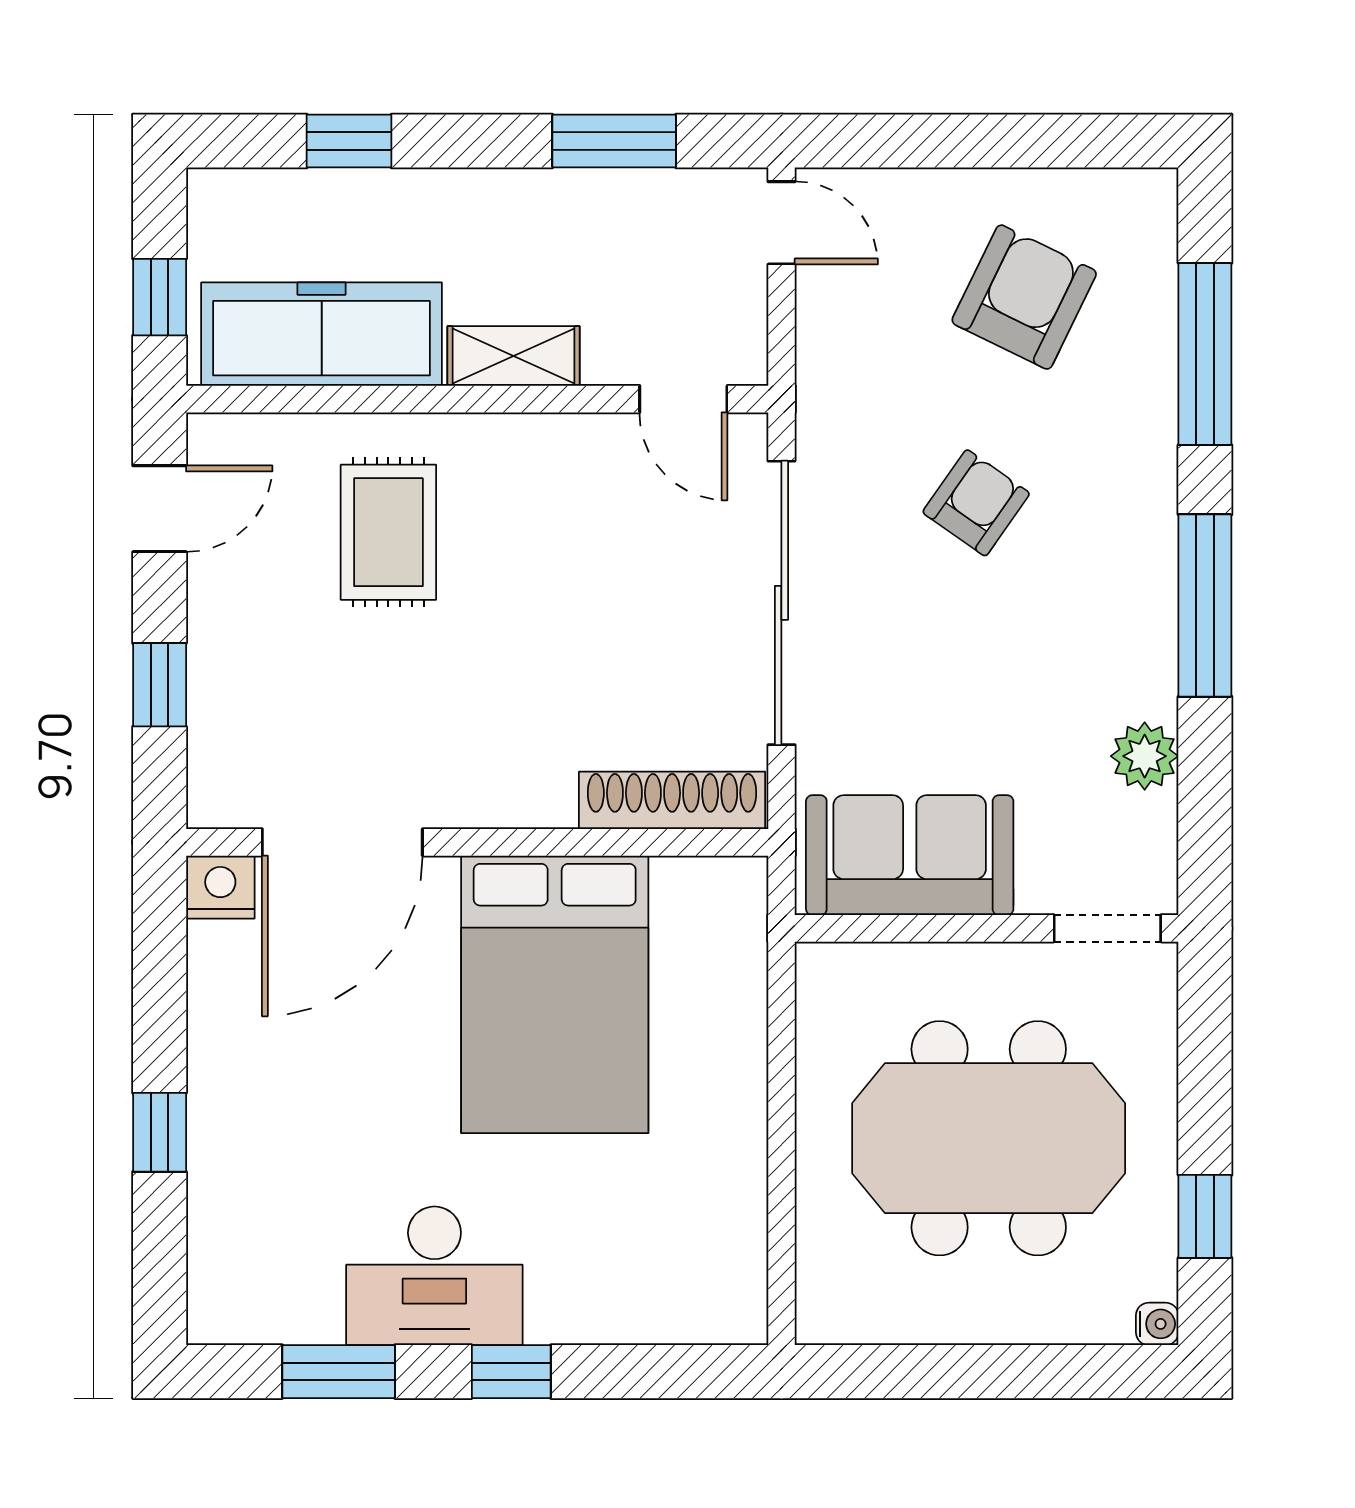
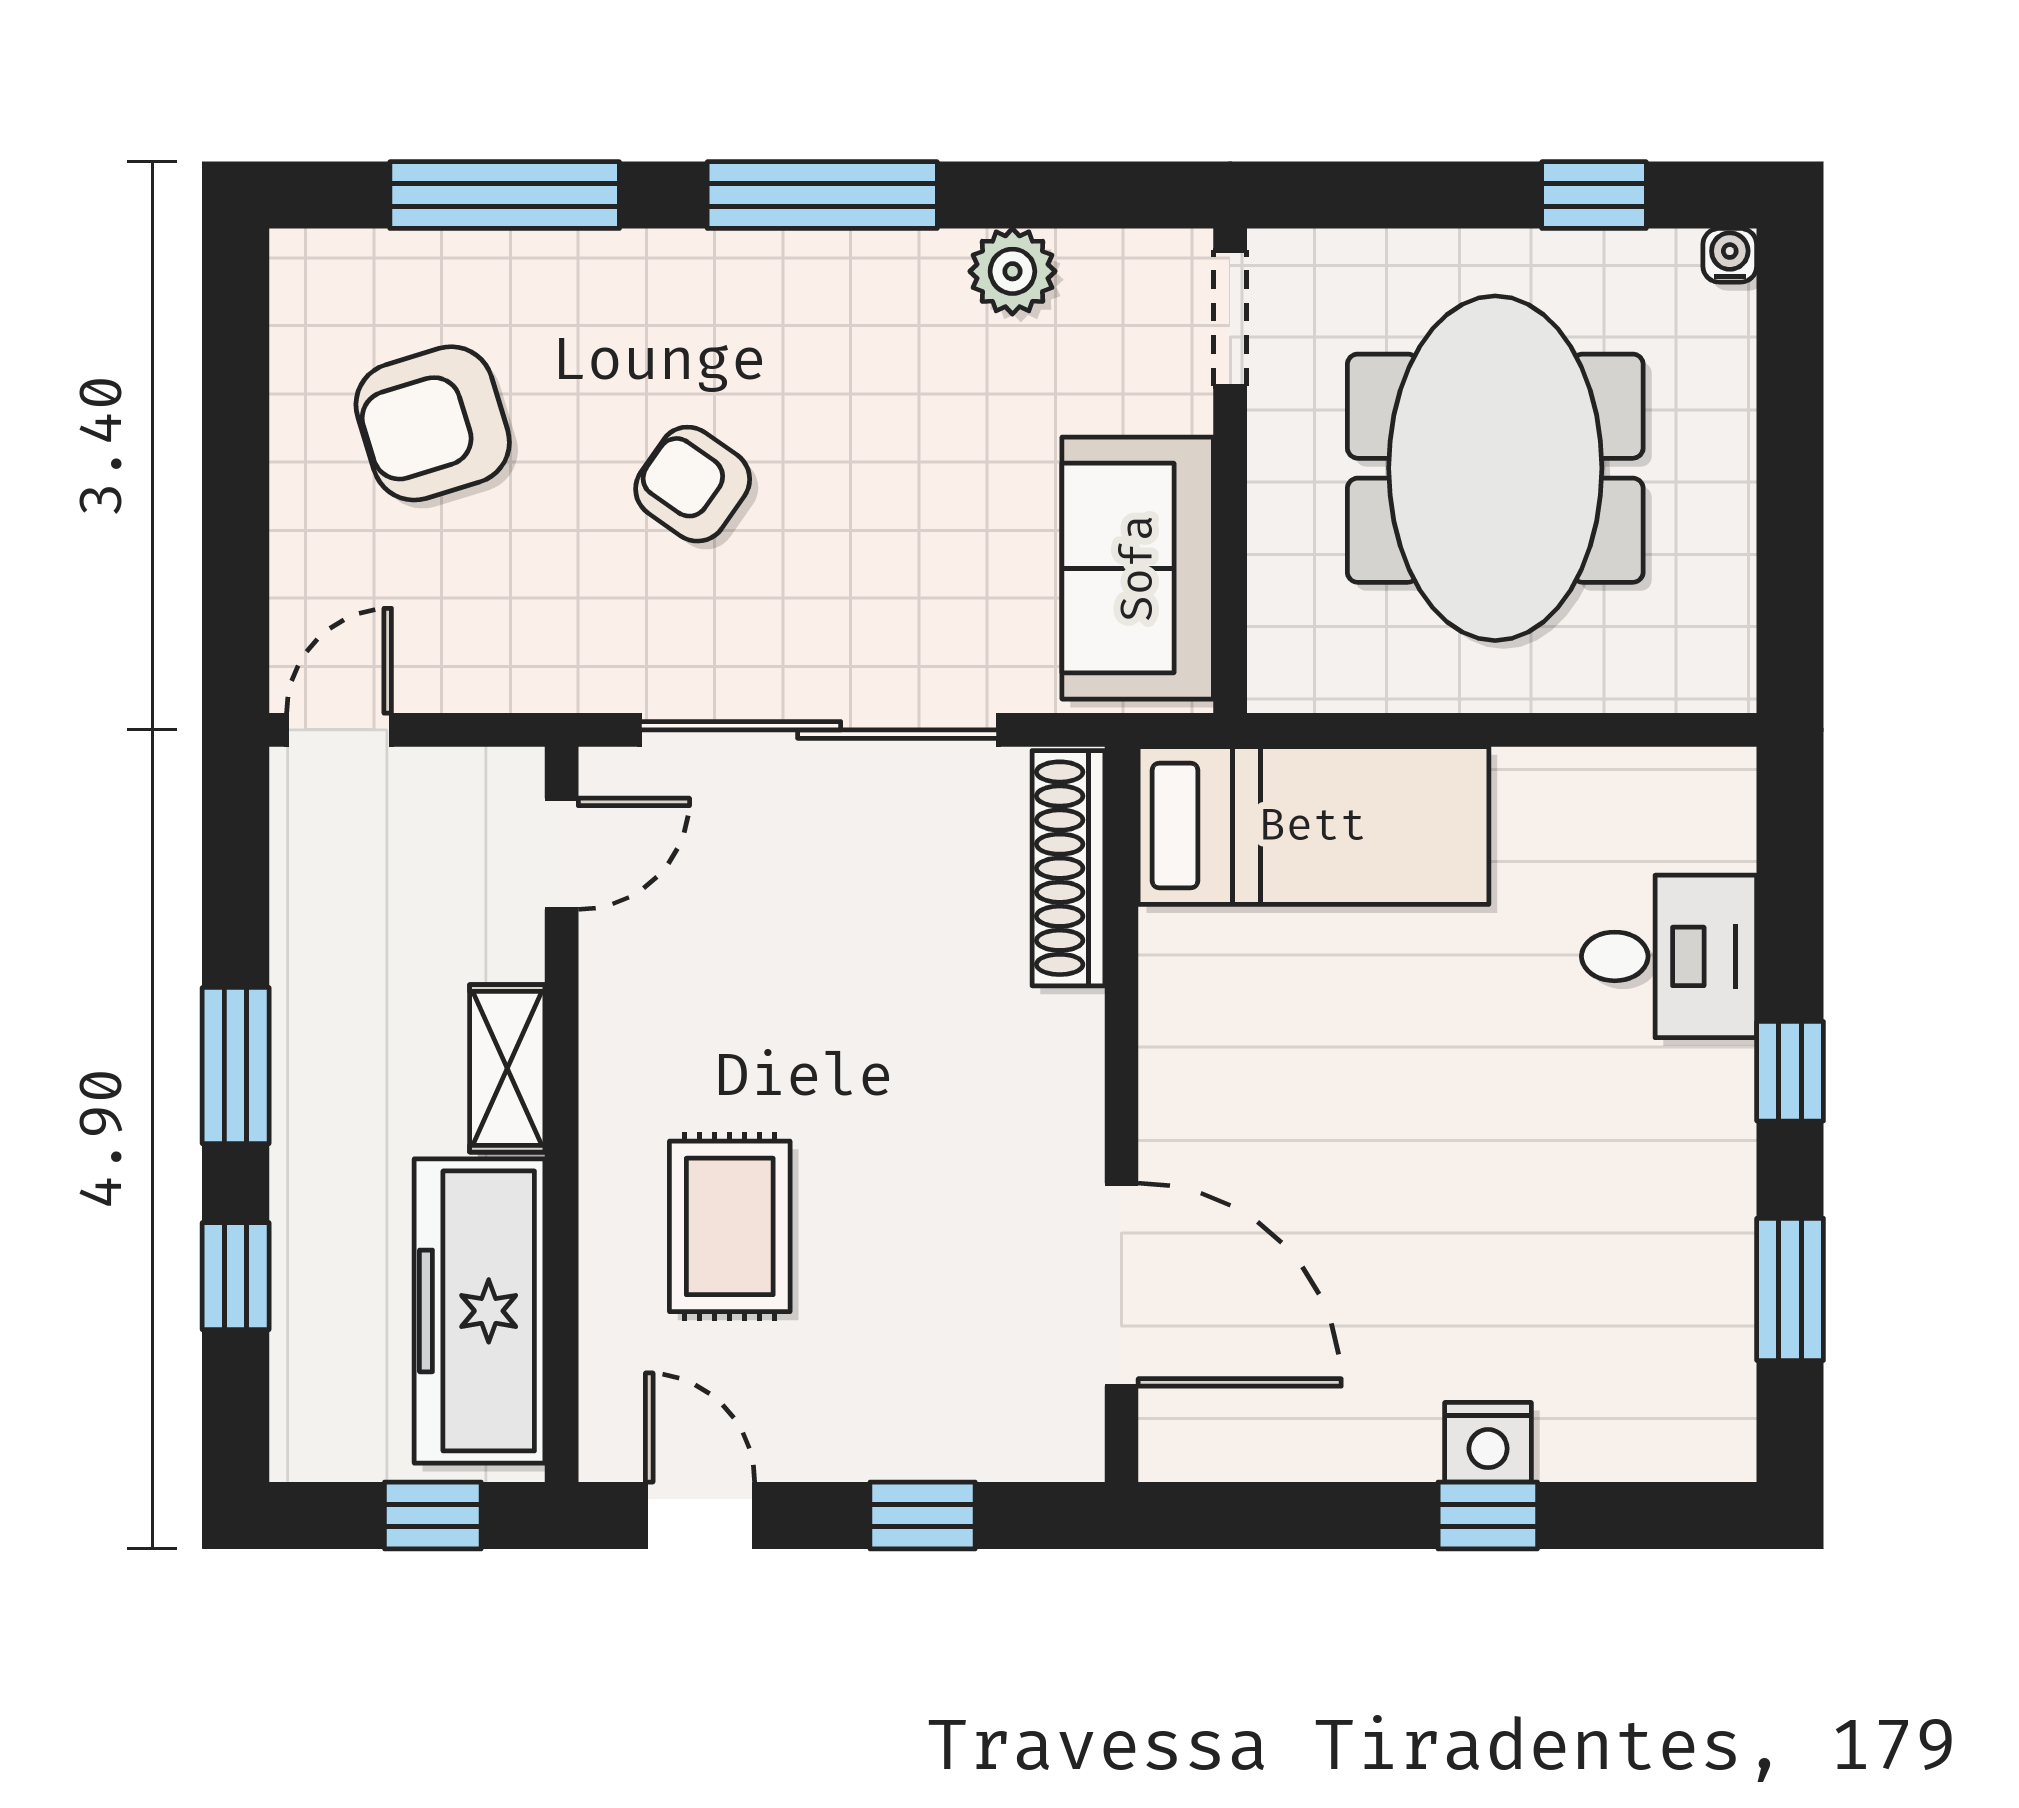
window: (614, 141) -> (236, 1066), moved
armchair: (1024, 297) -> (433, 423), turned -43
rug: (388, 532) -> (730, 1226), turned 90
nightstand: (220, 887) -> (1488, 1442), moved, turned -90
bed: (555, 994) -> (1313, 826), moved, width x0.67
desk: (434, 1276) -> (1669, 956), moved, width x0.73

